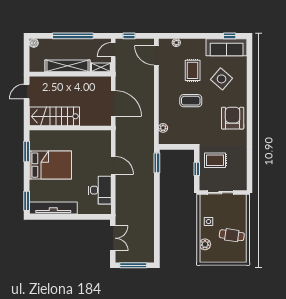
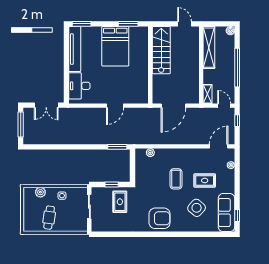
shelving: (67, 66) -> (209, 48), moved
desk: (100, 190) -> (79, 86), moved, turned 90

